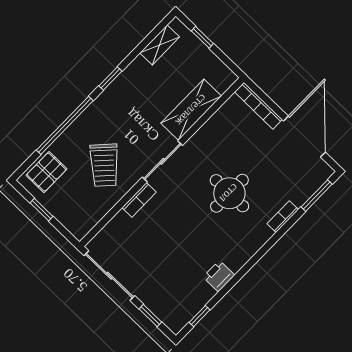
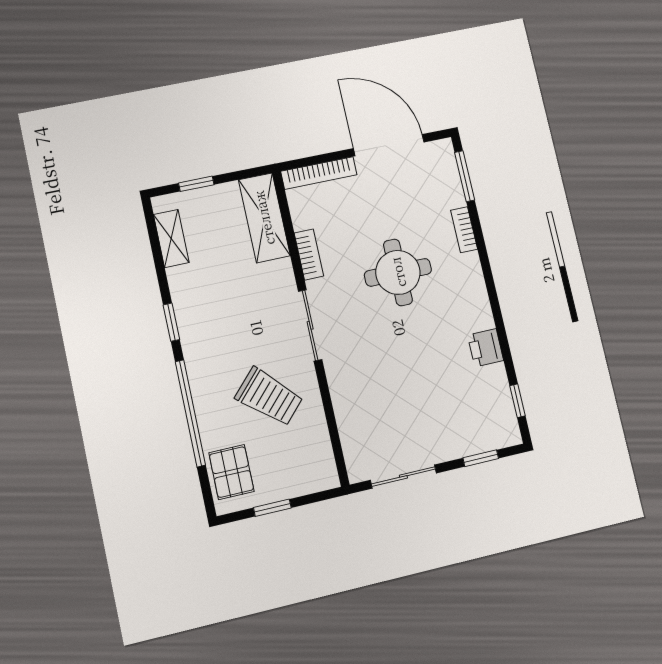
shelving: (191, 110) -> (264, 218), moved
bookcase: (139, 200) -> (309, 254), moved
sliding door: (109, 276) -> (403, 477), width x0.73

